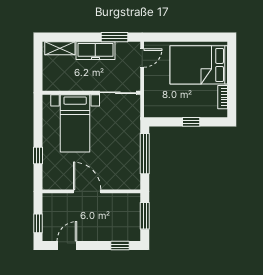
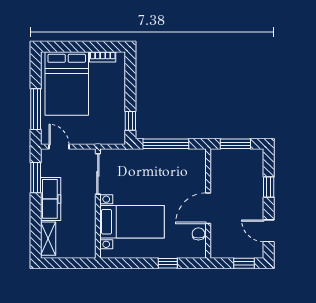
window: (176, 37) -> (36, 109), added
window: (191, 122) -> (130, 121), moved
chair: (64, 183) -> (198, 234), added
window: (120, 246) -> (269, 187), moved

